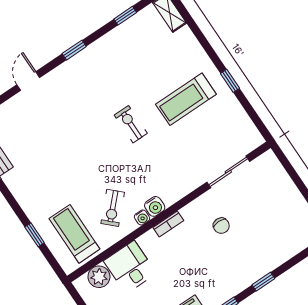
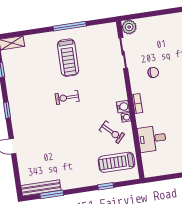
window: (230, 81) -> (70, 26), width x2.17
plant: (99, 277) -> (129, 27), moved

